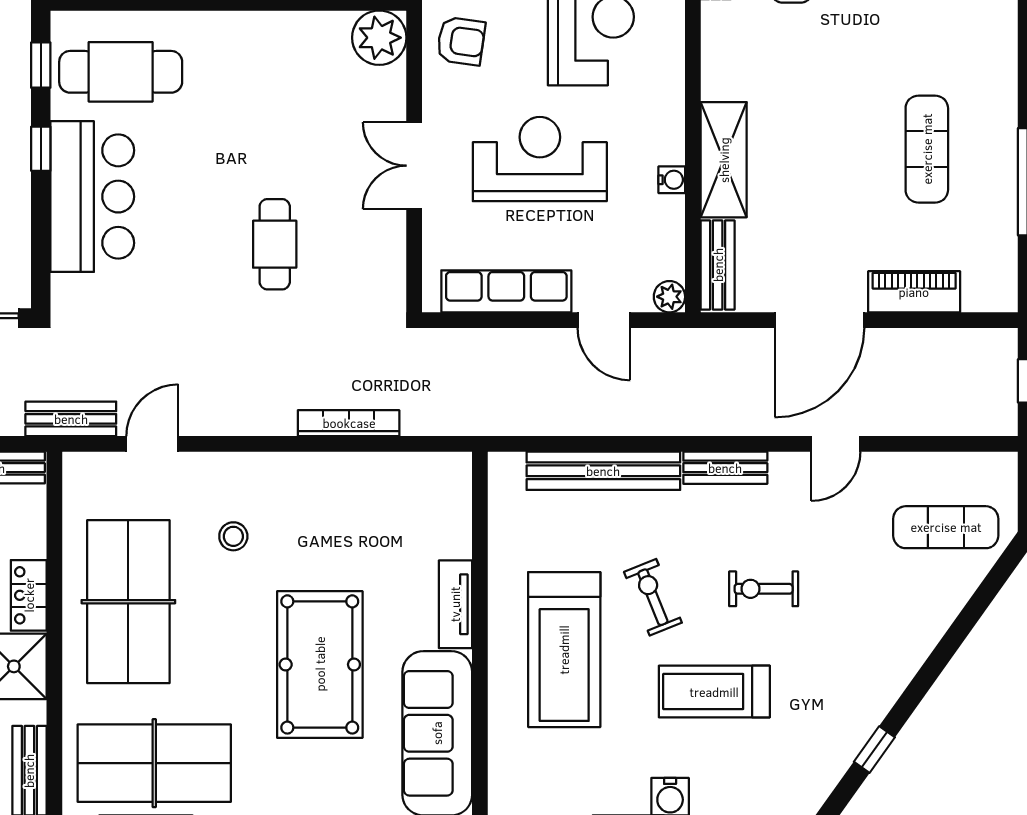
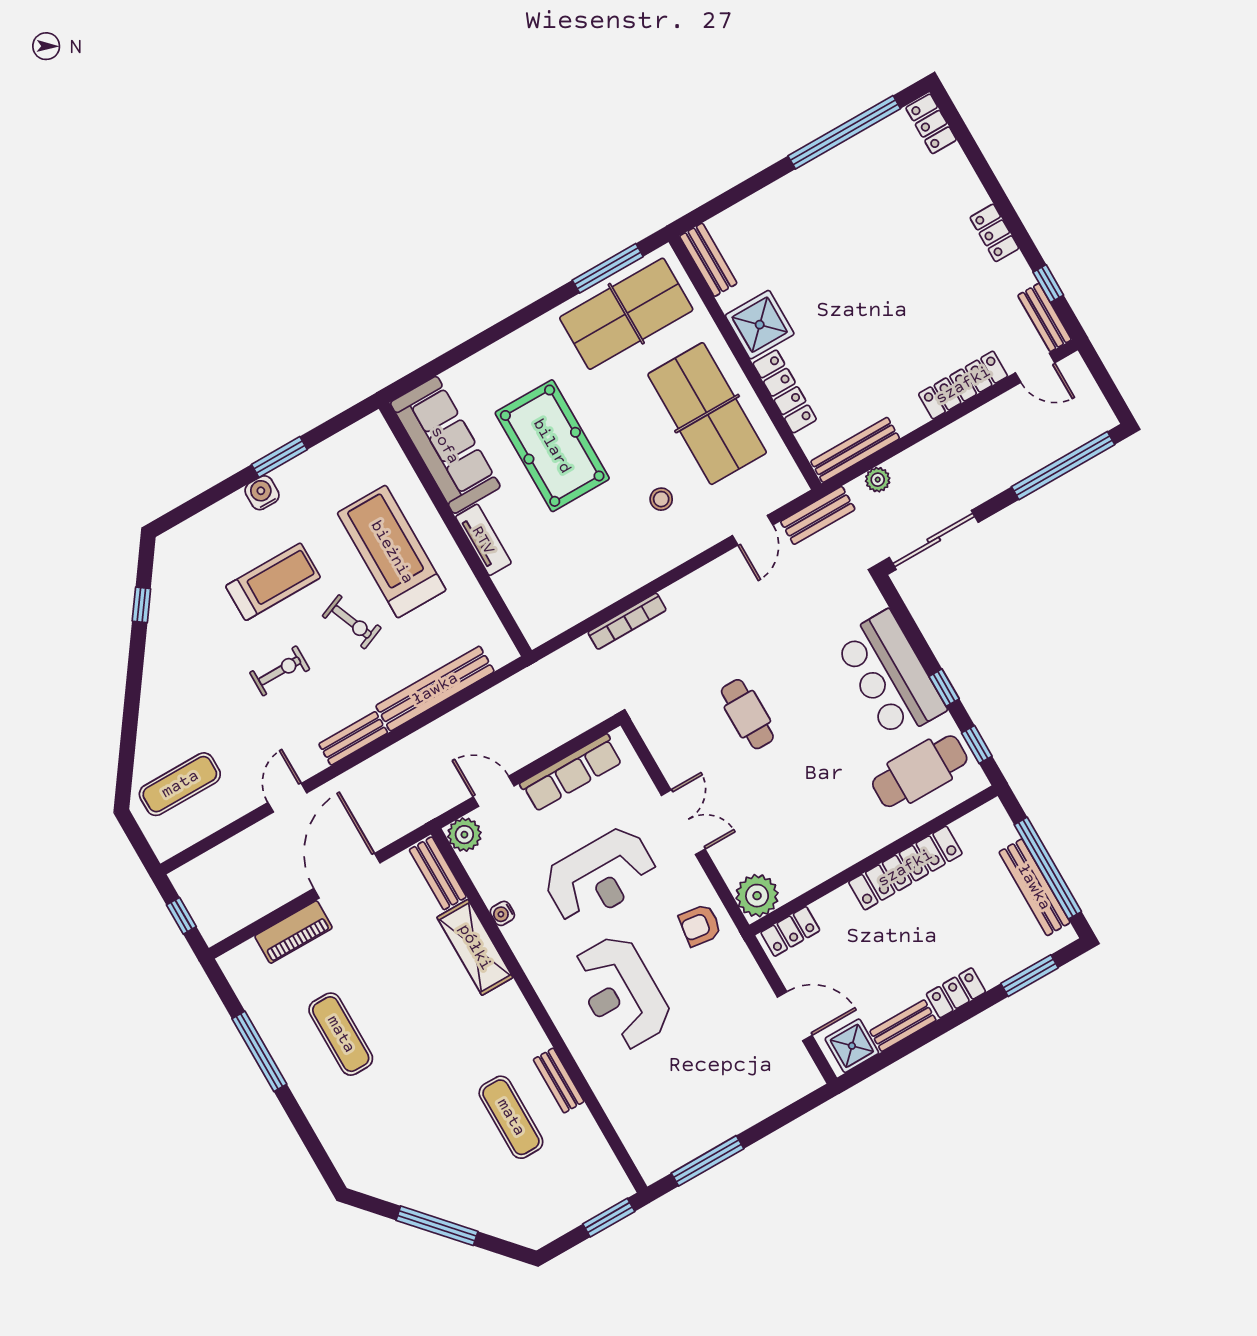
plant: (669, 297) -> (464, 835), width x1.38, depth x1.38
locker: (29, 595) -> (785, 391), width x1.53

